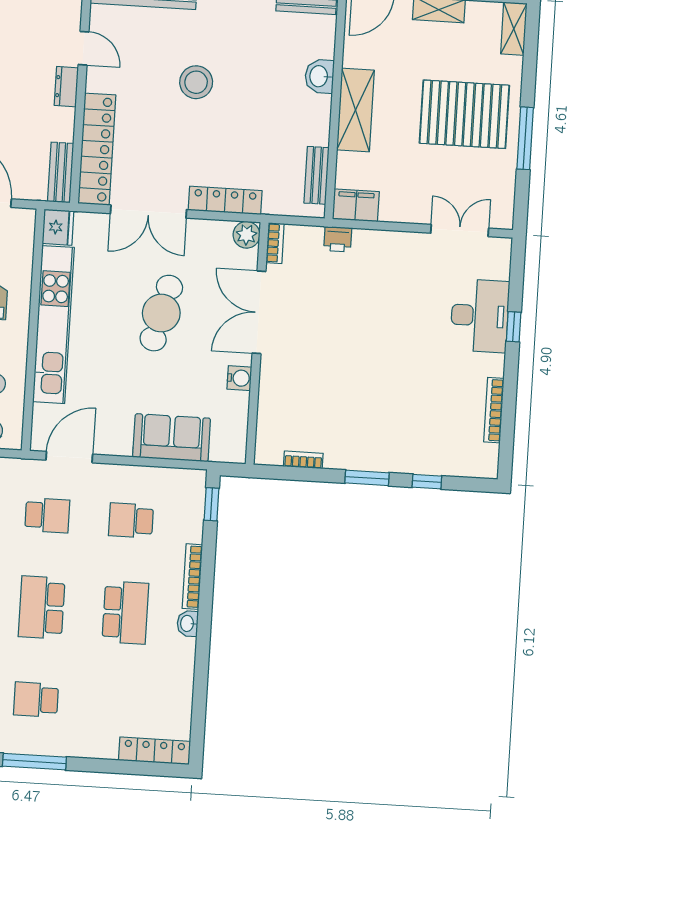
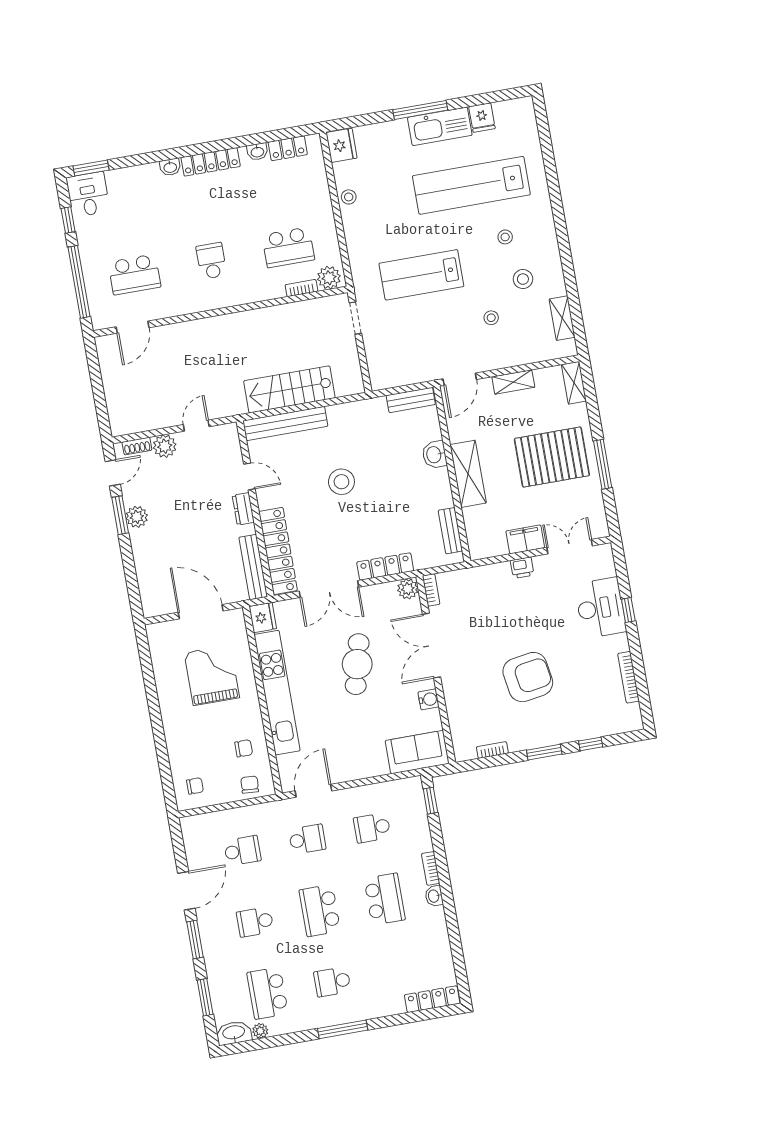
bench: (61, 172) -> (253, 567), width x1.36
filing cabinet: (356, 205) -> (525, 539), moved
printer: (338, 239) -> (522, 568), moved
armchair: (369, 380) -> (528, 677), added
sofa: (172, 438) -> (417, 752), moved
bookcase: (192, 577) -> (431, 868), width x0.64

